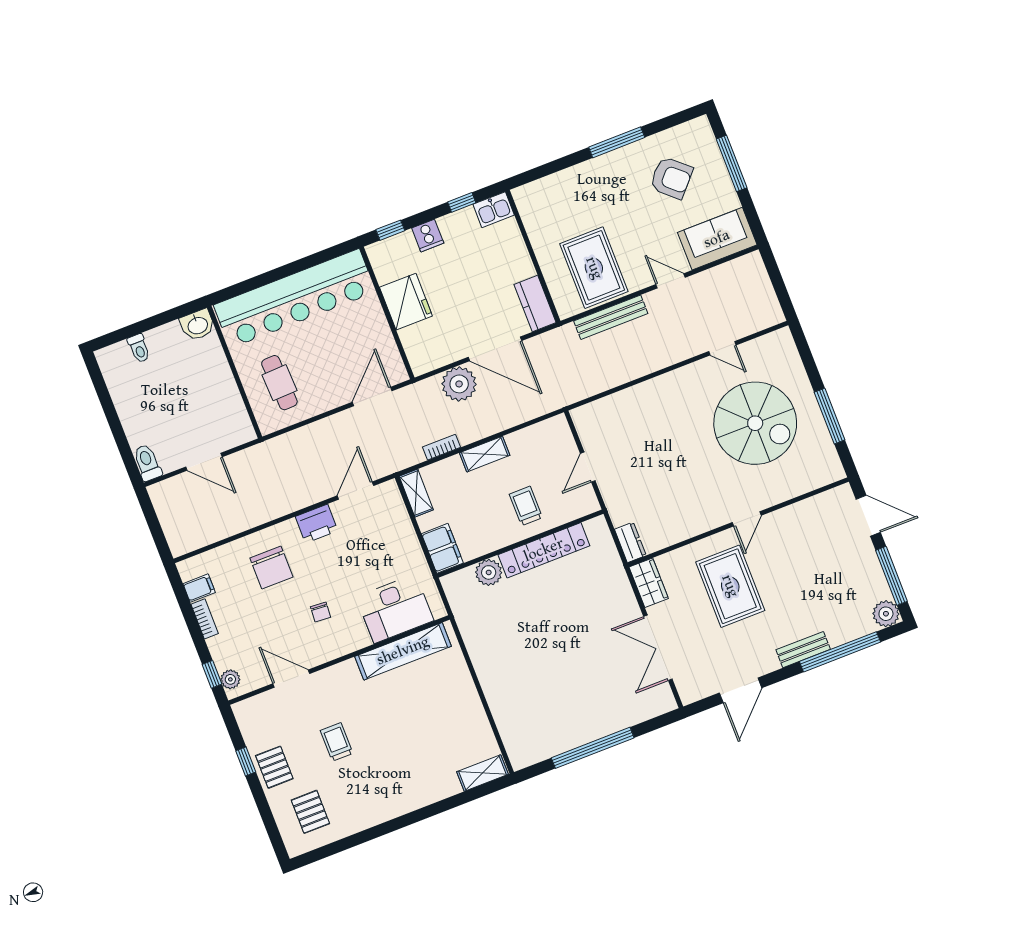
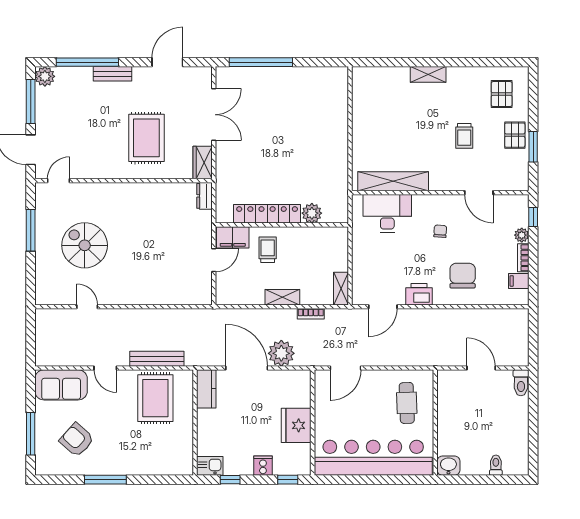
spiral stairs: (755, 423) -> (85, 245), width x0.73, depth x0.73
trolley: (526, 506) -> (268, 250), turned 180
door: (747, 519) -> (59, 181), moved
filing cabinet: (442, 548) -> (233, 237), moved, turned -90
plant: (230, 679) -> (522, 235), moved
window: (593, 748) -> (261, 62), moved
window: (246, 761) -> (533, 147), width x1.50
shelving: (482, 773) -> (428, 74), moved

